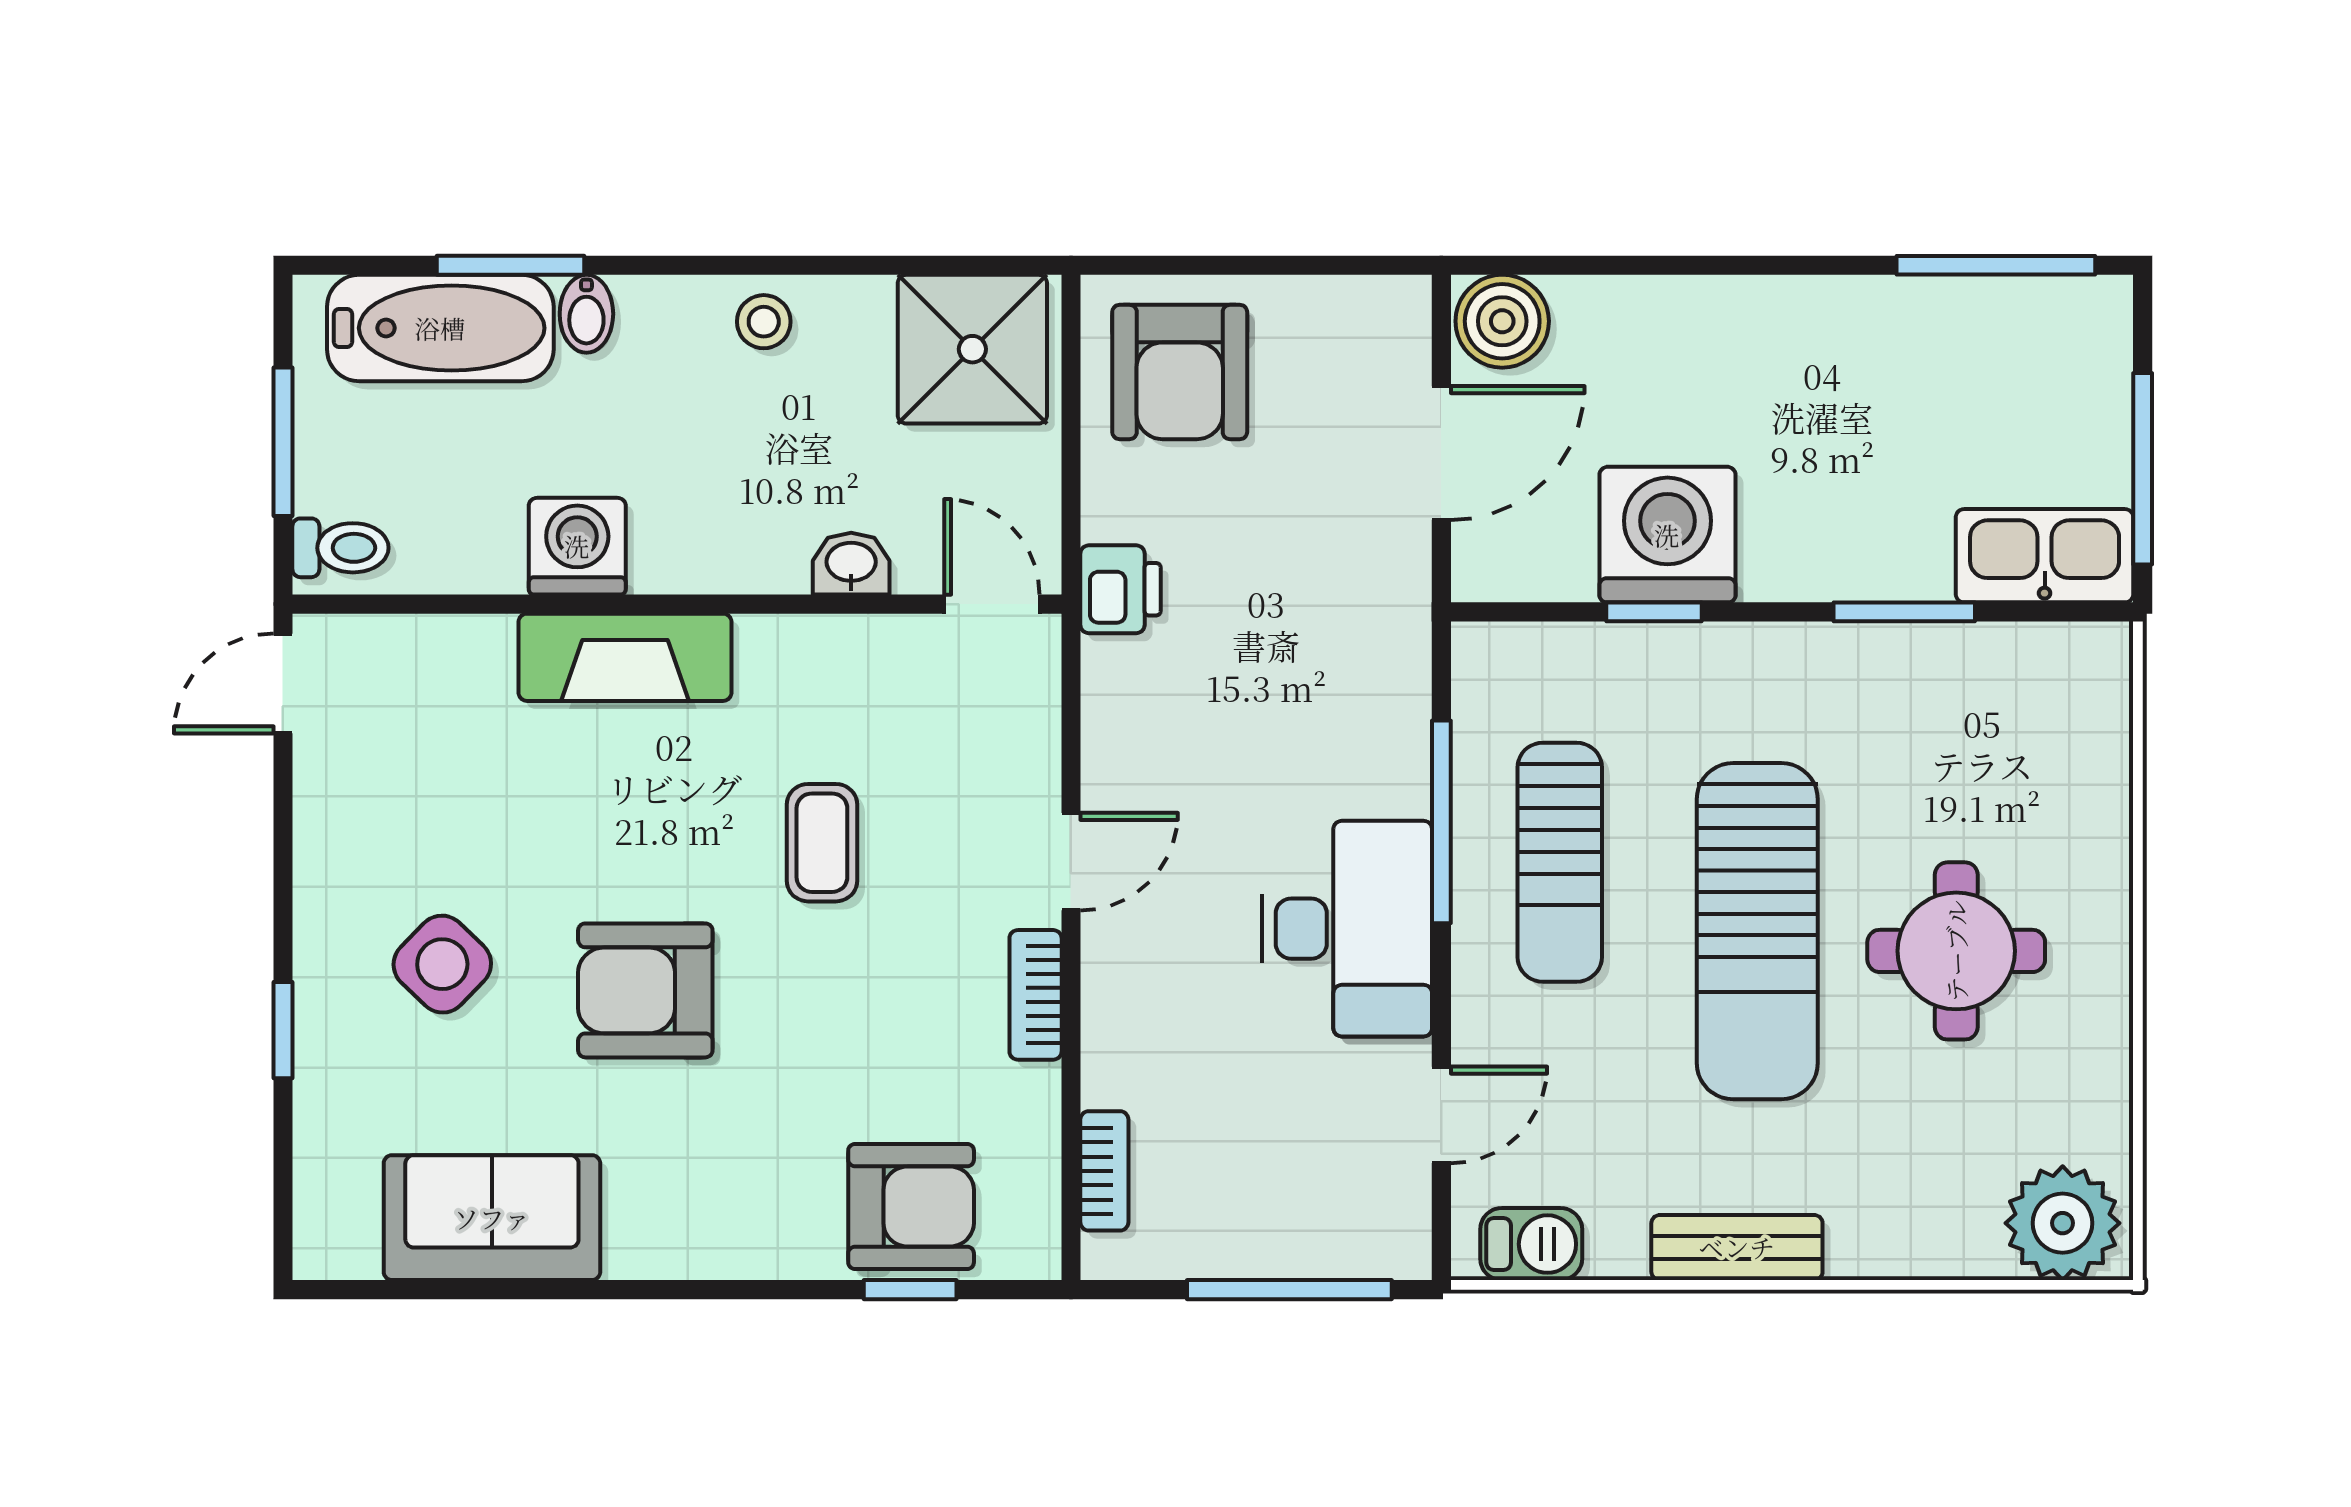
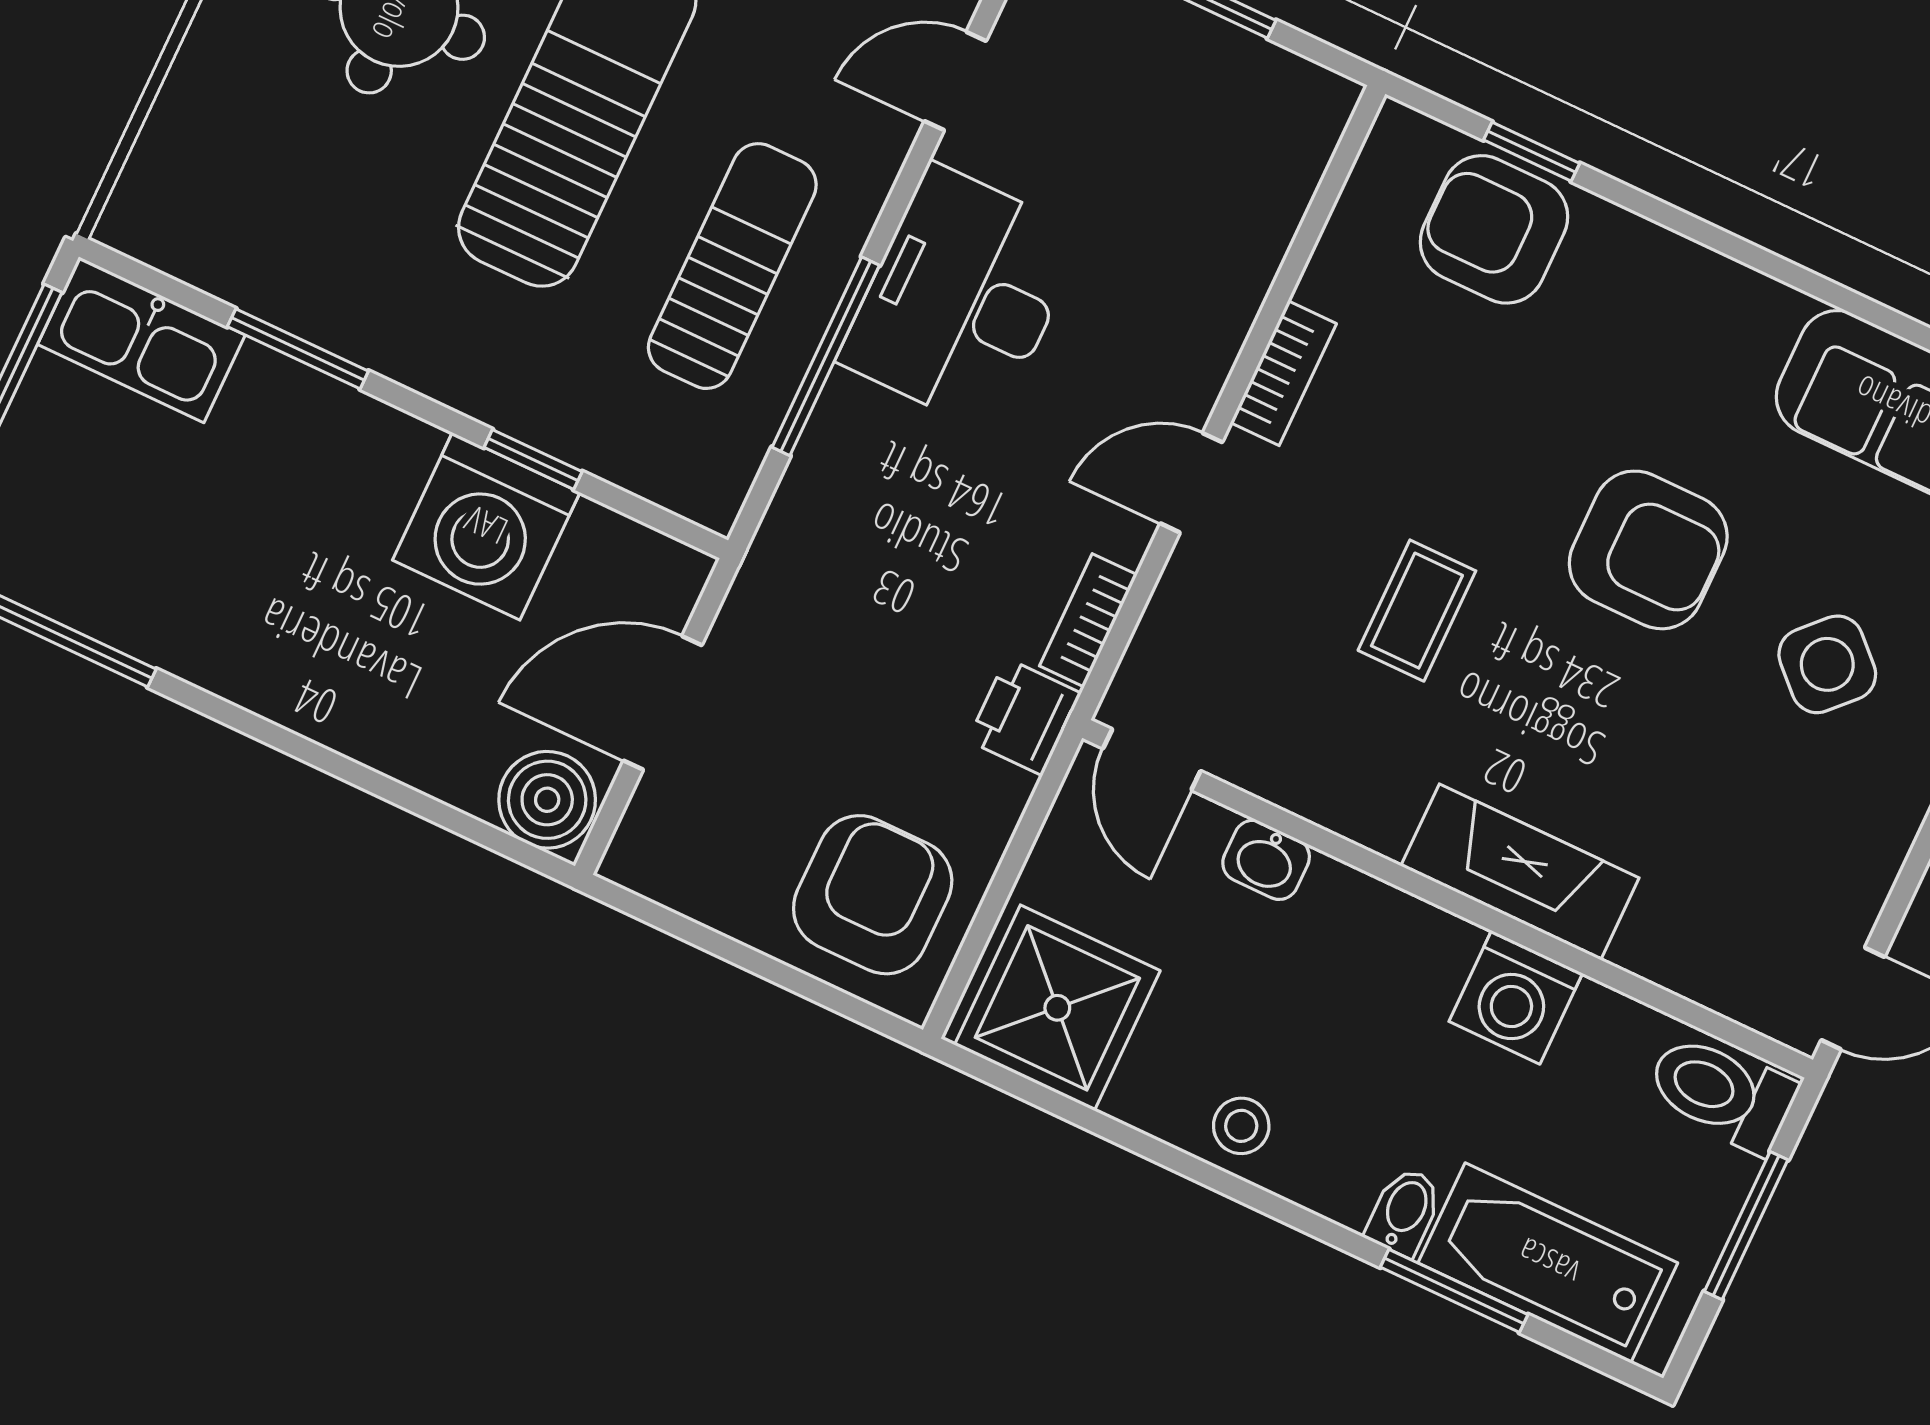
toilet: (340, 548) -> (1721, 1092), width x1.37, depth x1.39
bookcase: (1104, 1171) -> (1088, 620), moved

